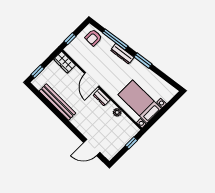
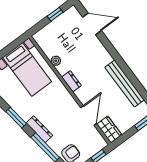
door: (92, 80) -> (89, 115), moved
window: (131, 143) -> (55, 14), moved

